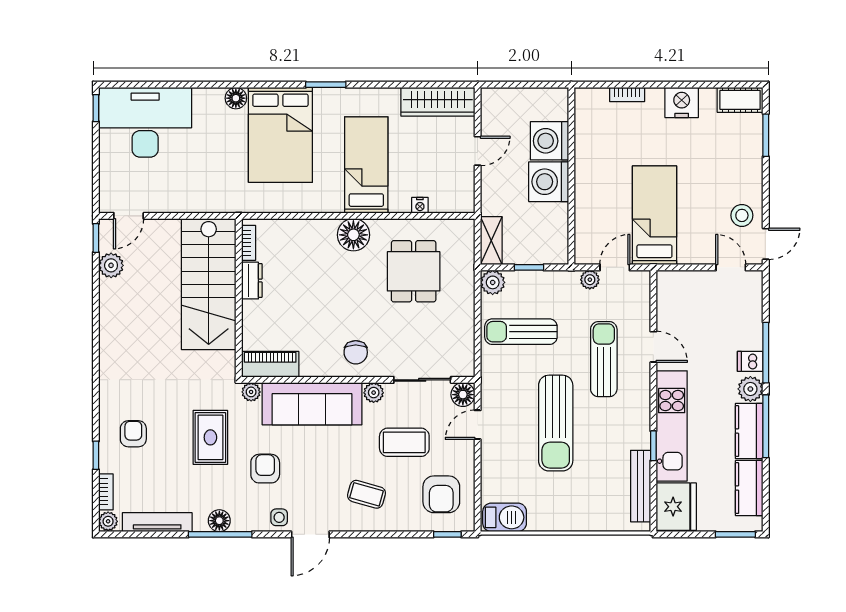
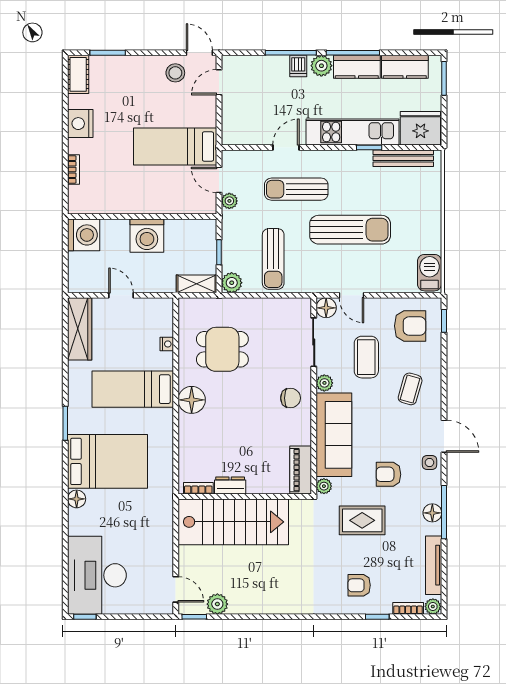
washing machine: (549, 141) -> (84, 235), moved, turned -90

